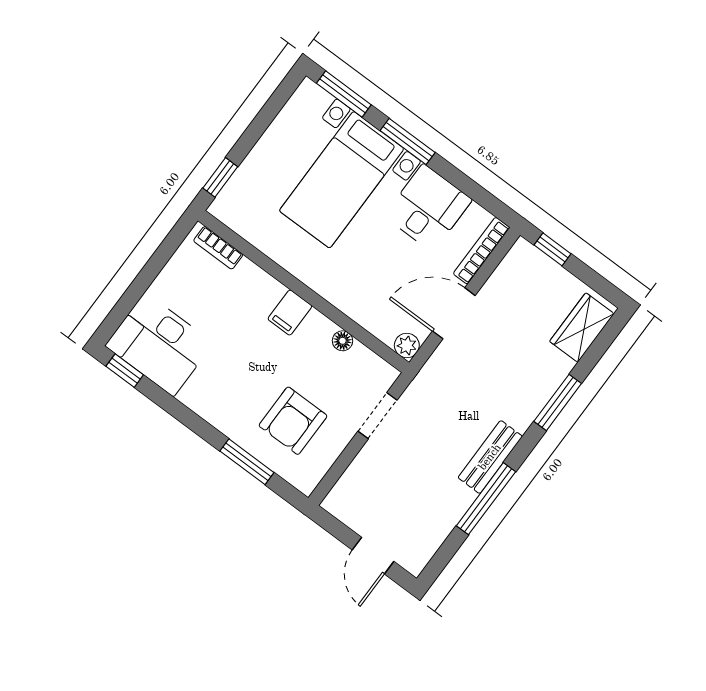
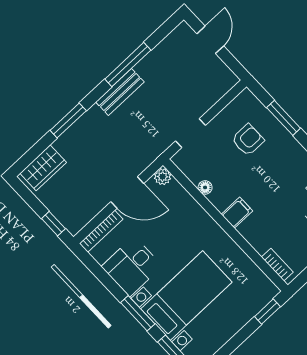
armchair: (293, 421) -> (248, 140), width x0.72, depth x0.72

